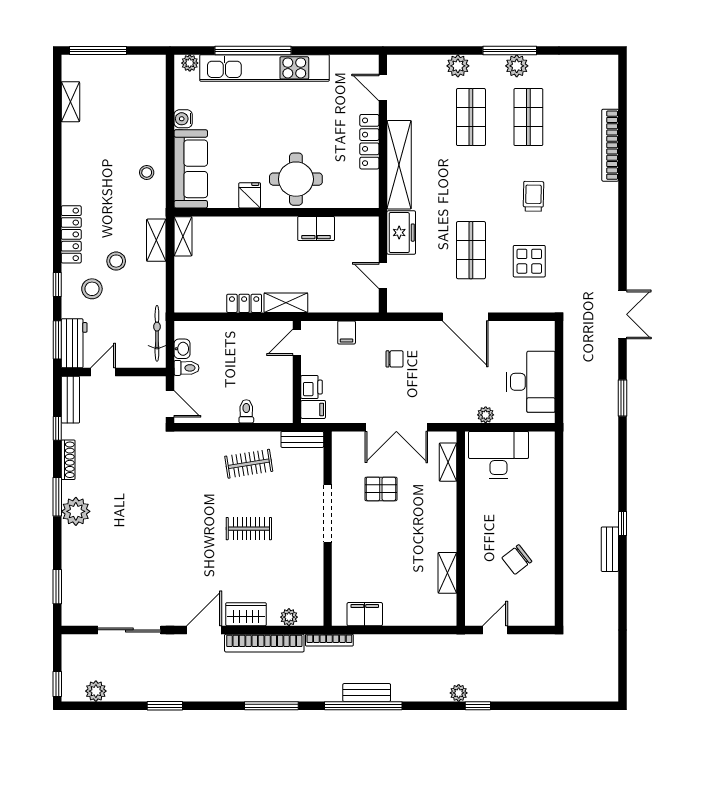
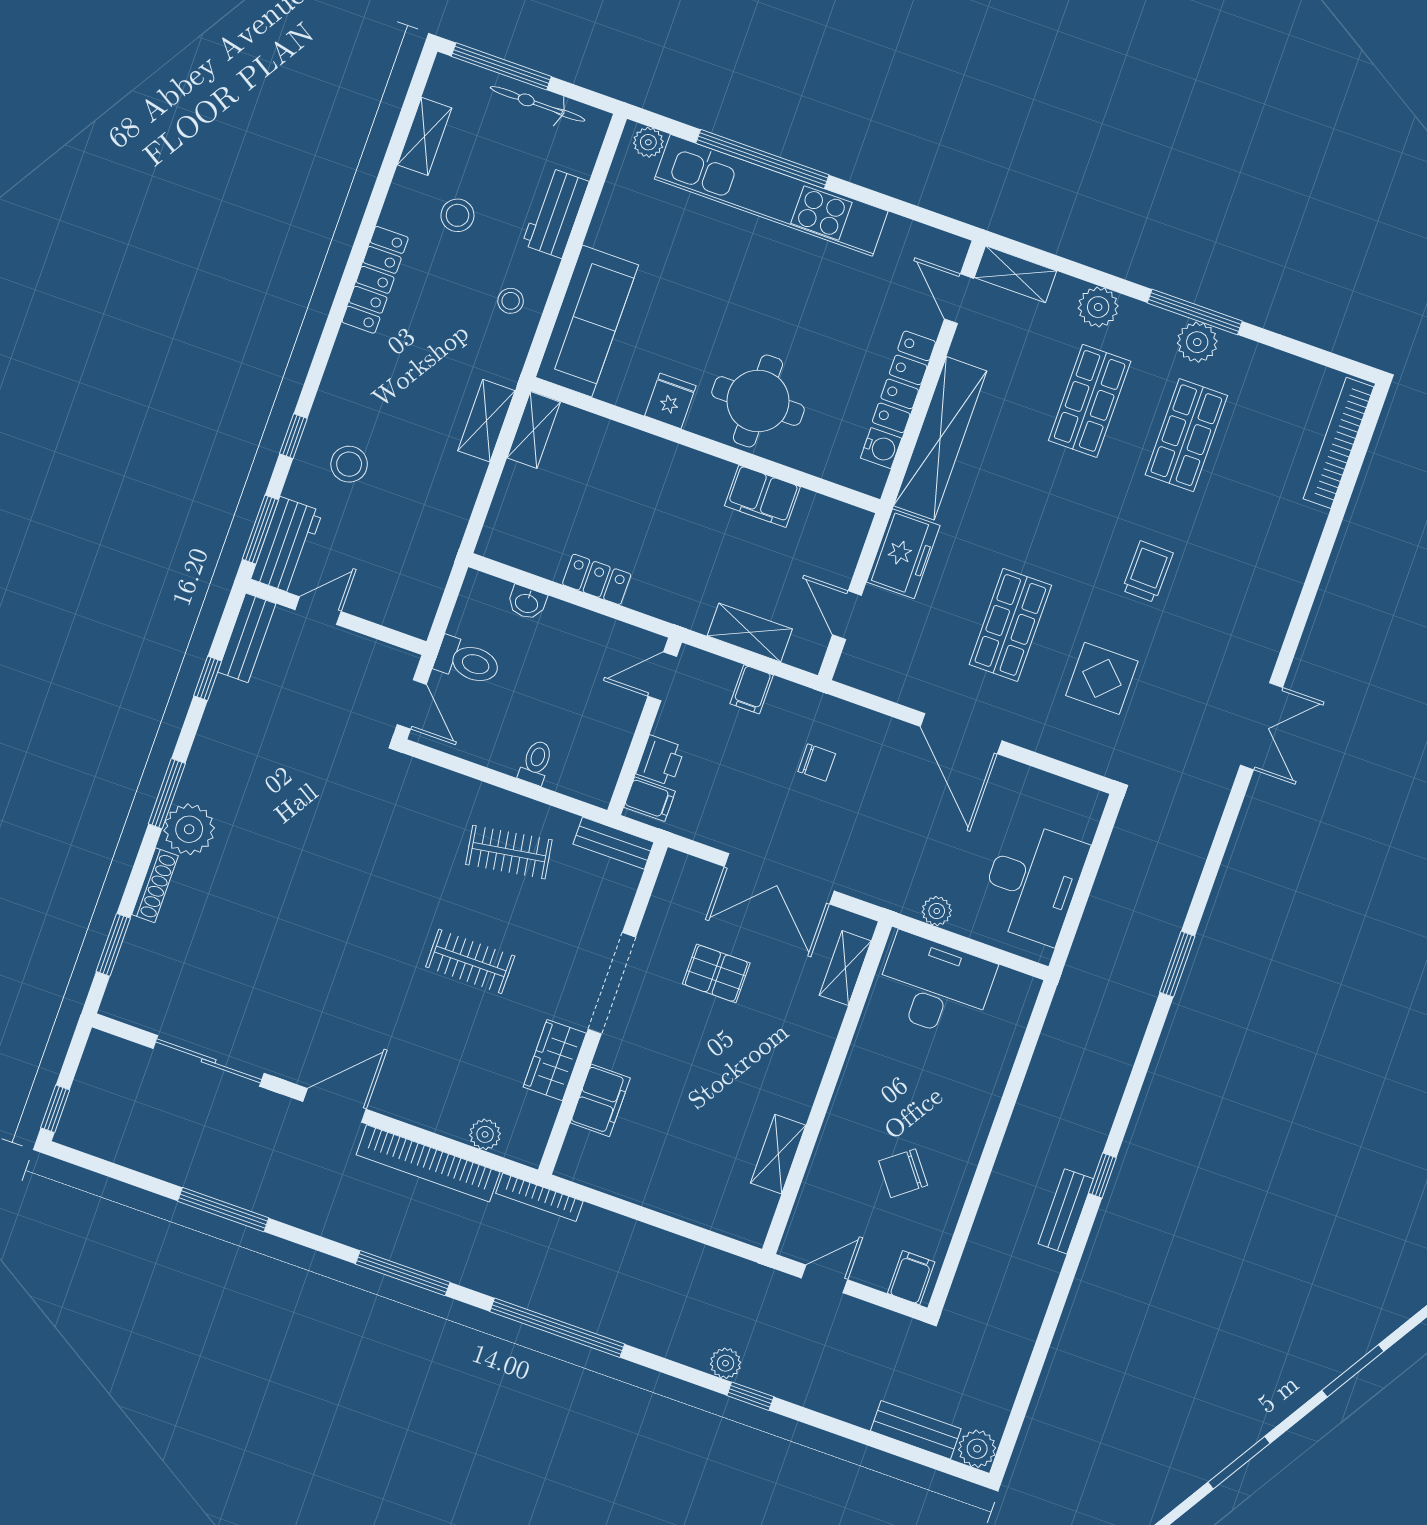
shelving: (408, 64) -> (1015, 274), added
workbench: (154, 118) -> (556, 213), added
water cooler: (183, 119) -> (881, 448), moved, turned 180
bookcase: (610, 145) -> (1339, 443), moved
locker: (71, 234) -> (375, 280), moved
stool: (116, 261) -> (457, 215), moved
shelving: (286, 303) -> (750, 632), moved
double door: (622, 314) -> (1262, 726), moved
bicycle: (157, 333) -> (538, 104), moved, turned -90
washbasin: (182, 349) -> (527, 603), moved, turned 90
toilet: (186, 368) -> (467, 661), width x1.37, depth x1.39
shoe rack: (68, 460) -> (155, 885), moved
filing cabinet: (541, 613) -> (911, 1278), added
wardrobe: (246, 614) -> (555, 1060), moved, turned -90
filing cabinet: (365, 614) -> (600, 1100), moved, turned 90
plant: (96, 691) -> (977, 1449), moved
bench: (367, 693) -> (916, 1430), moved
window: (165, 706) -> (223, 1210), width x1.44

